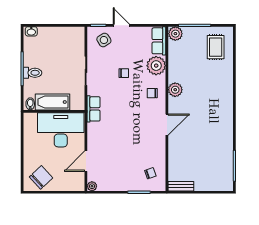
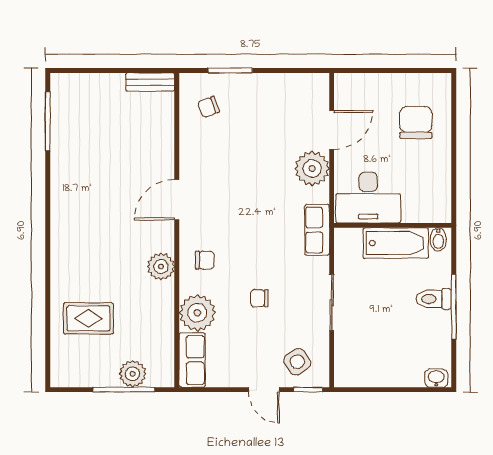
plant: (175, 34) -> (133, 374), moved
rug: (216, 47) -> (89, 318), moved, turned 90
desk: (61, 130) -> (368, 198), width x0.73, depth x0.77
chair: (41, 177) -> (416, 122), moved, turned 133
plant: (92, 186) -> (312, 168), moved, width x1.87, depth x1.87

